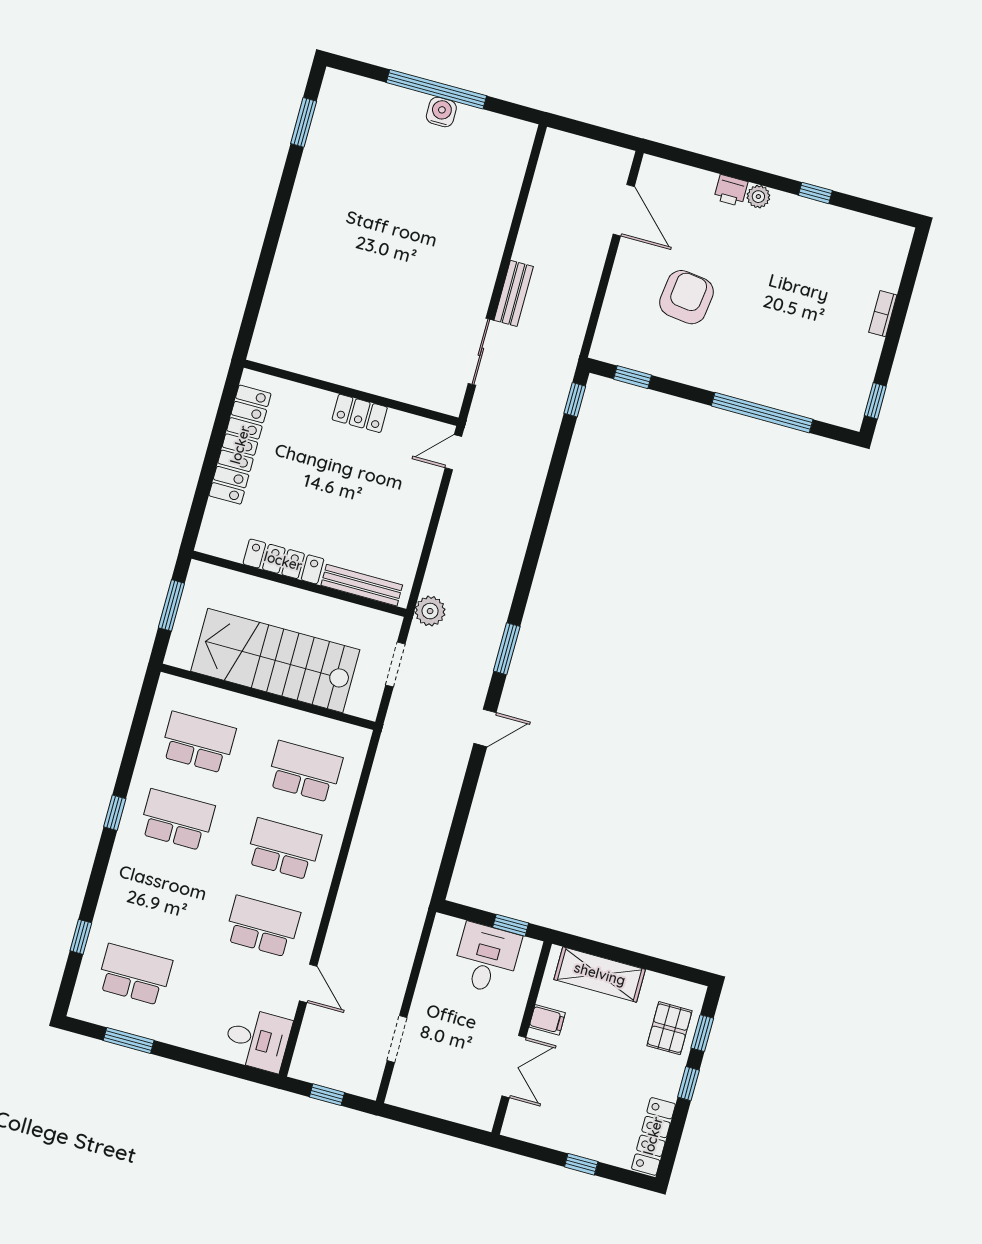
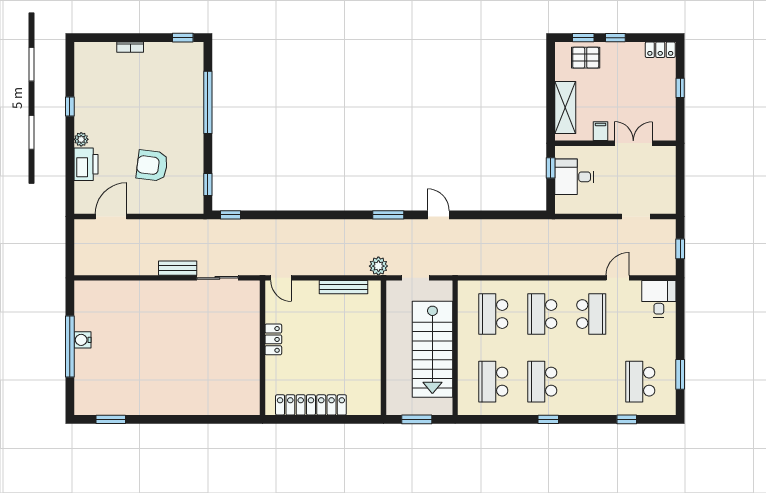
printer: (731, 191) -> (86, 164), width x1.87, depth x1.48
locker: (283, 561) -> (373, 360), removed
bench: (362, 585) -> (343, 287), moved, turned 90
school desk: (262, 926) -> (591, 314), turned 180
locker: (653, 1136) -> (660, 50), width x0.66

